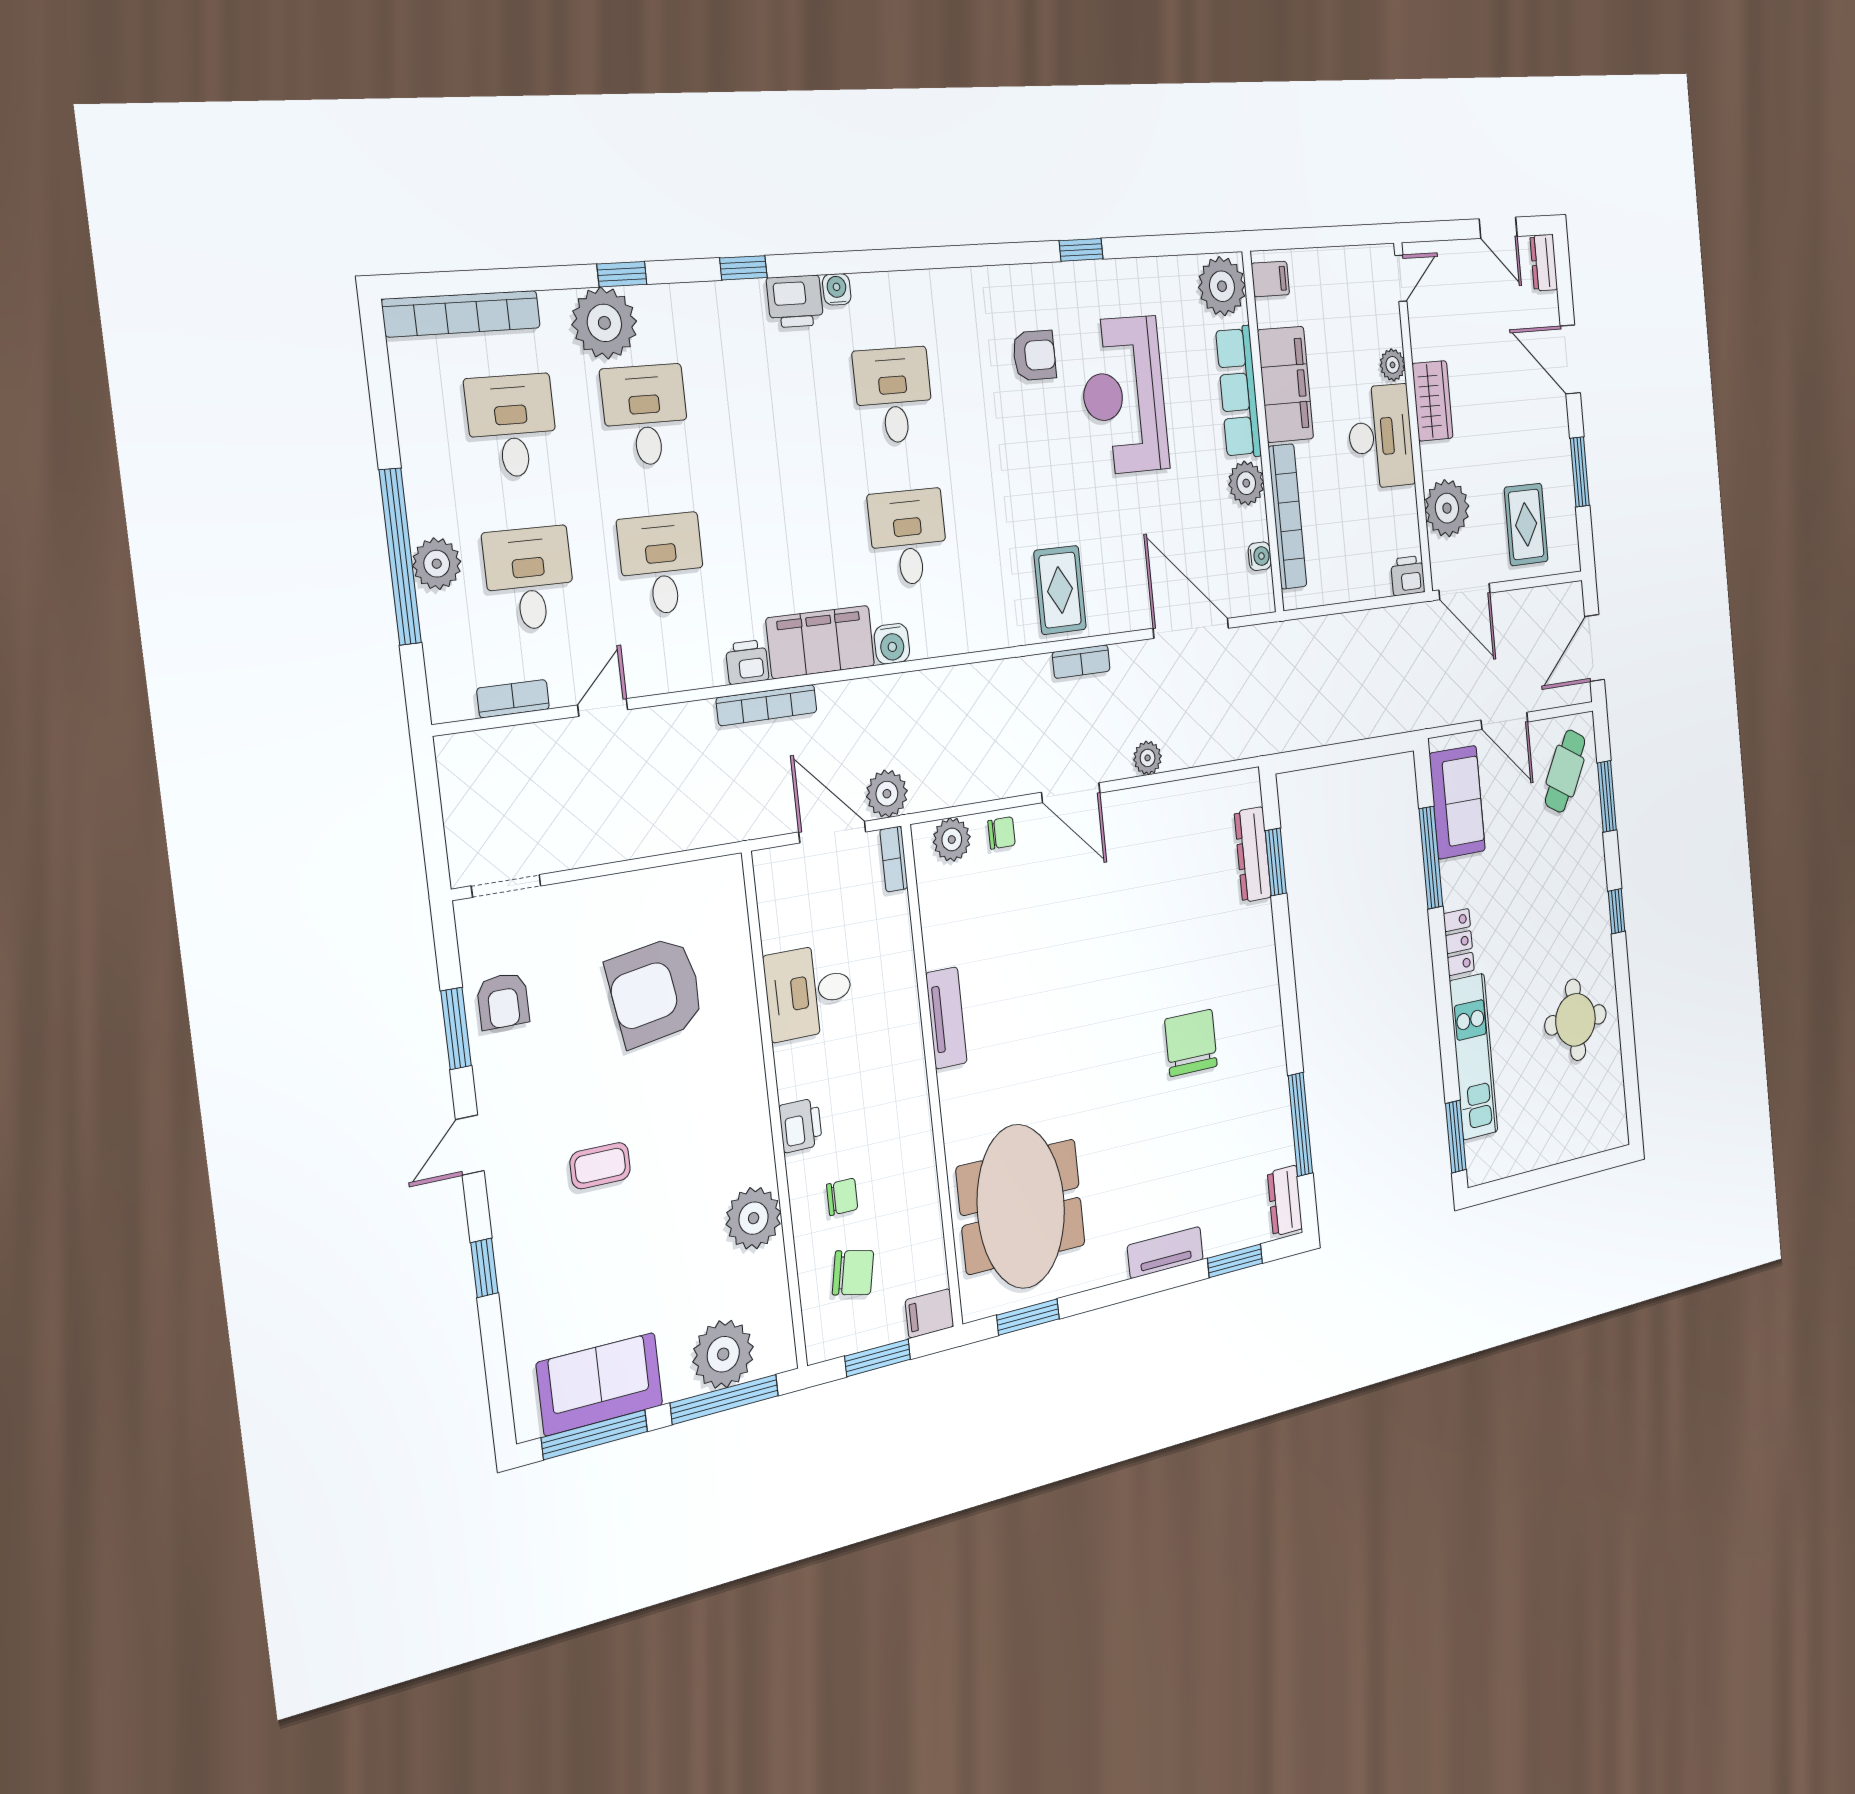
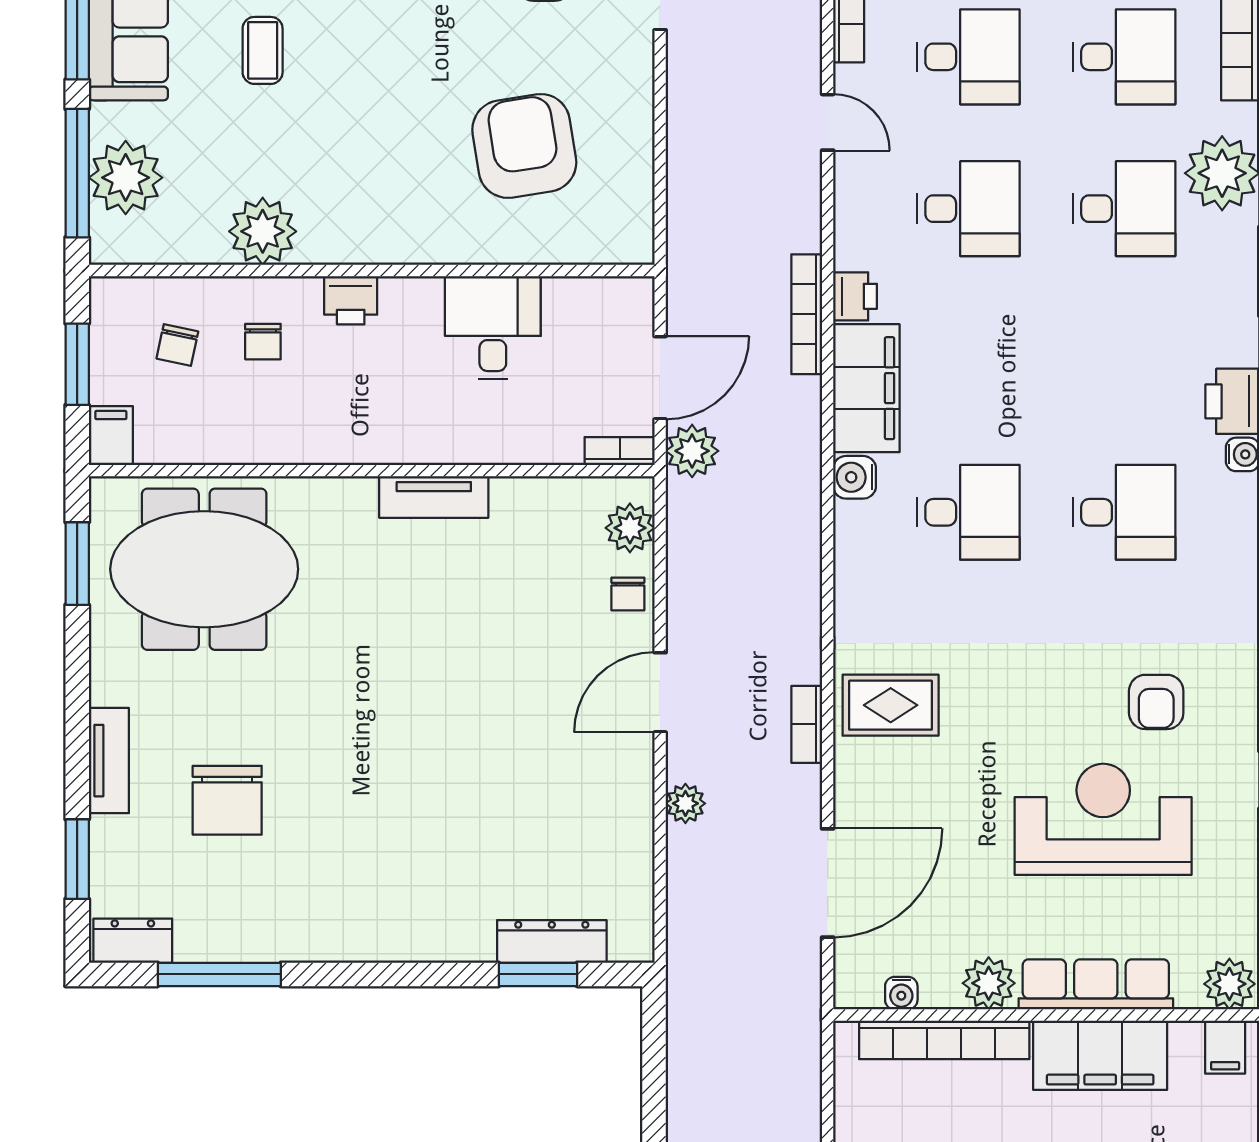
plant: (1222, 286) -> (1229, 984), width x0.73, depth x0.73
chair: (1191, 1043) -> (227, 800), moved, turned 90
coffee table: (600, 1166) -> (263, 50), moved
chair: (853, 1273) -> (177, 345), width x0.73, depth x0.73

